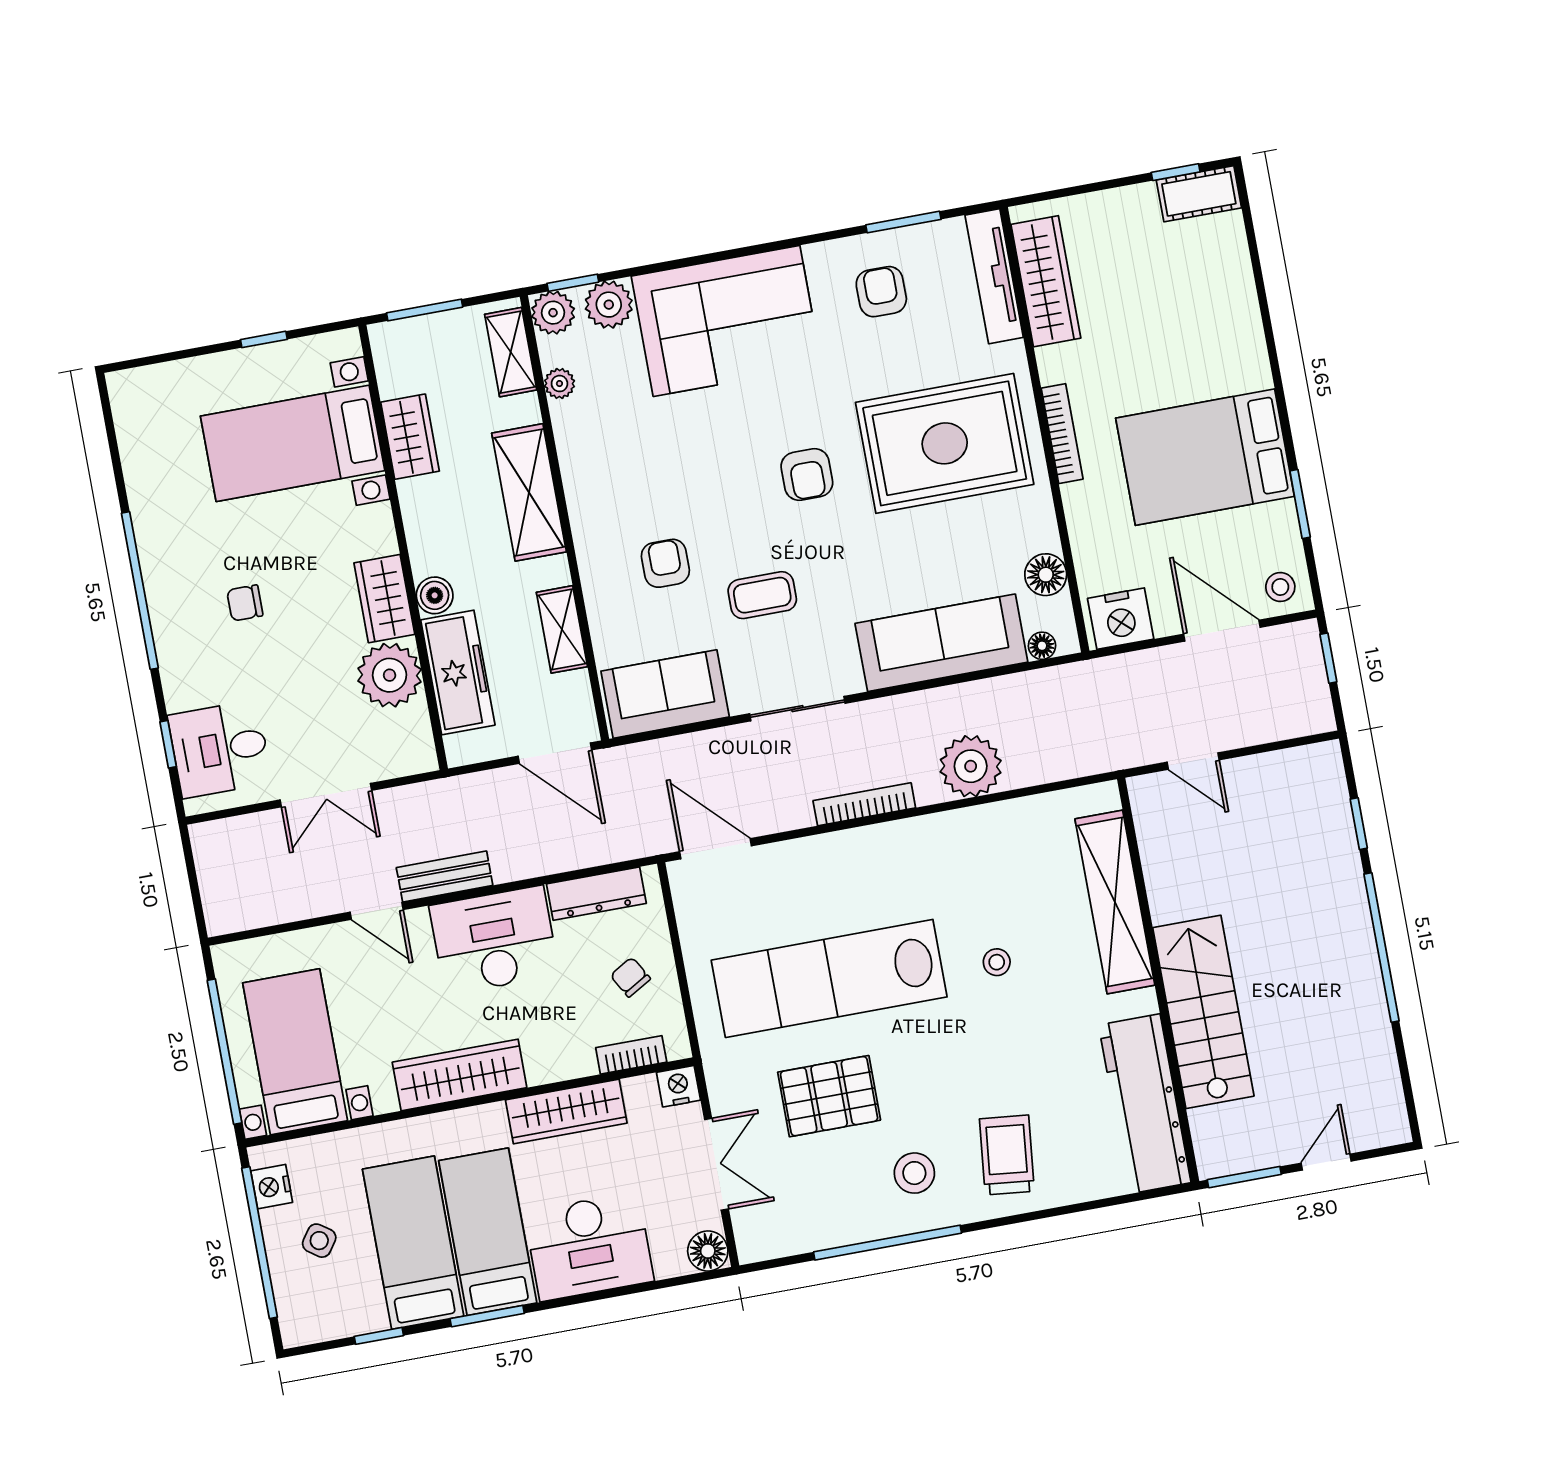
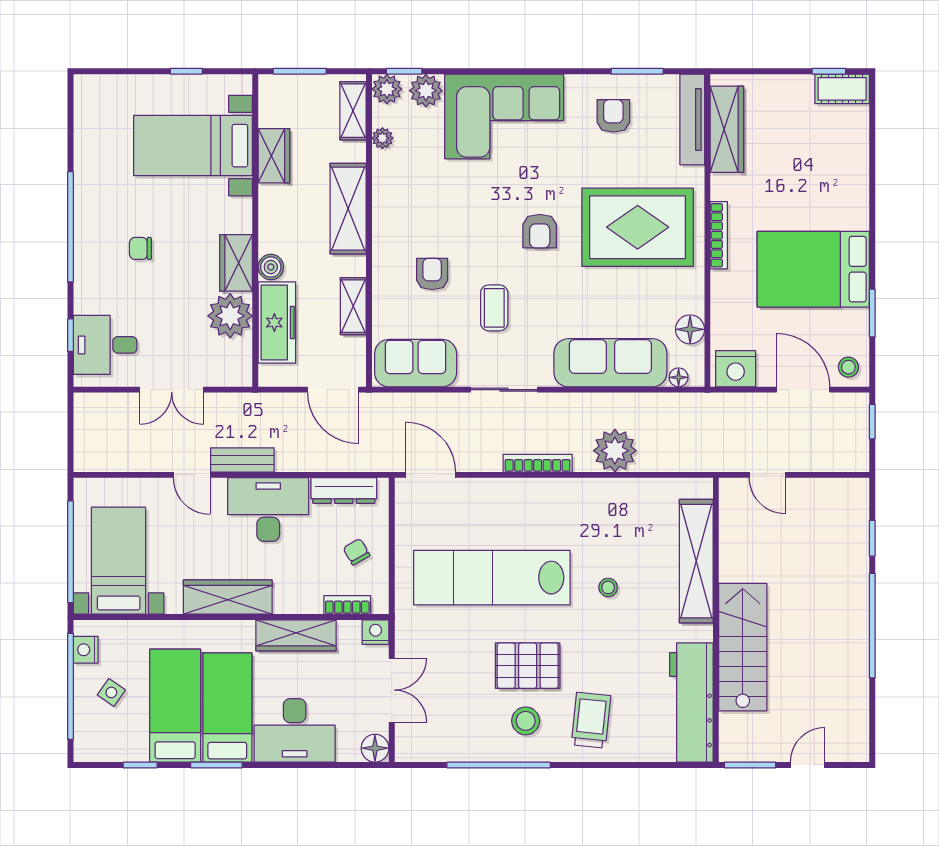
coffee table: (762, 595) -> (494, 308), turned 90
pallet: (829, 1096) -> (528, 666), moved

